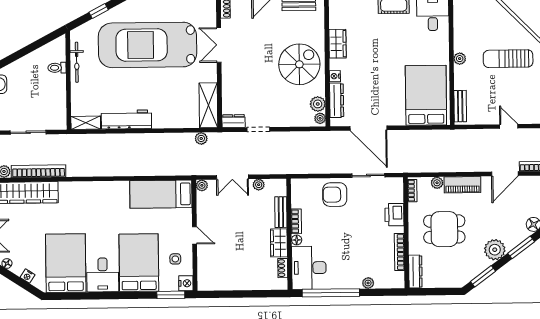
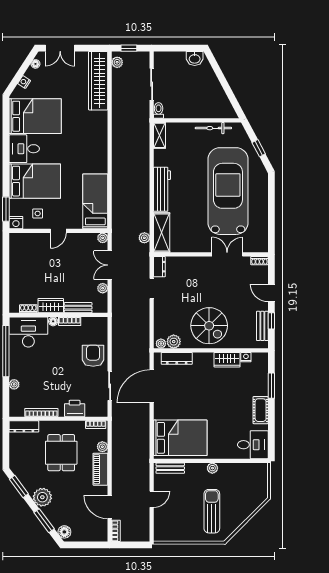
toilet: (57, 68) -> (159, 111), moved
nightstand: (335, 76) -> (246, 357), moved
shelving: (208, 105) -> (162, 232), moved, turned 90
workbench: (126, 119) -> (162, 189), moved
door: (509, 126) -> (152, 499), moved
bookcase: (39, 171) -> (117, 93), removed

